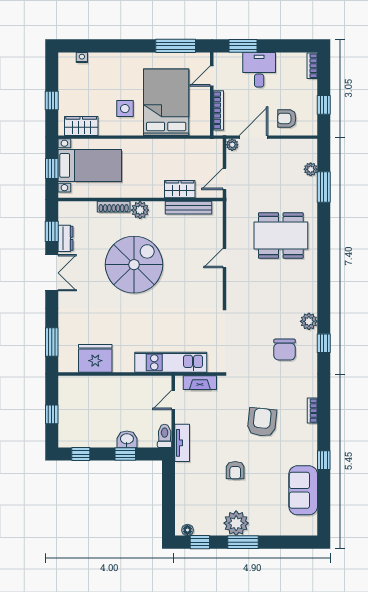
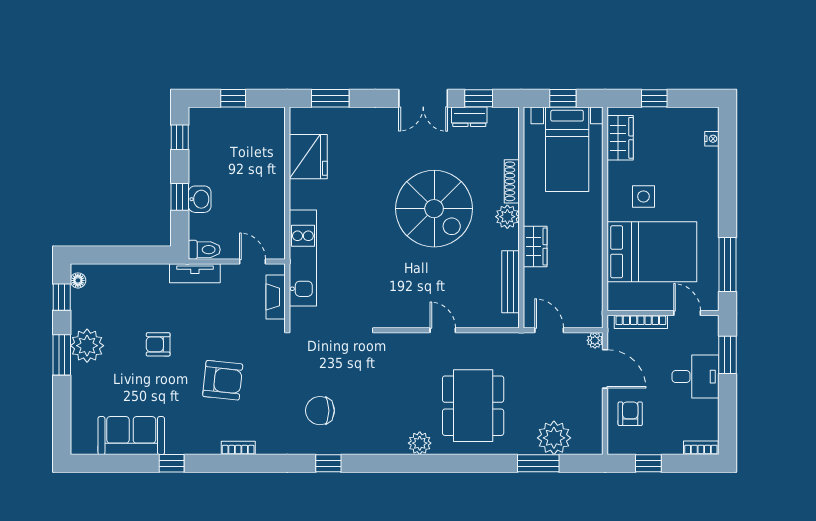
plant: (311, 169) -> (554, 438), width x1.87, depth x1.87
wardrobe: (180, 189) -> (535, 246), moved
plant: (309, 321) -> (420, 443), moved

